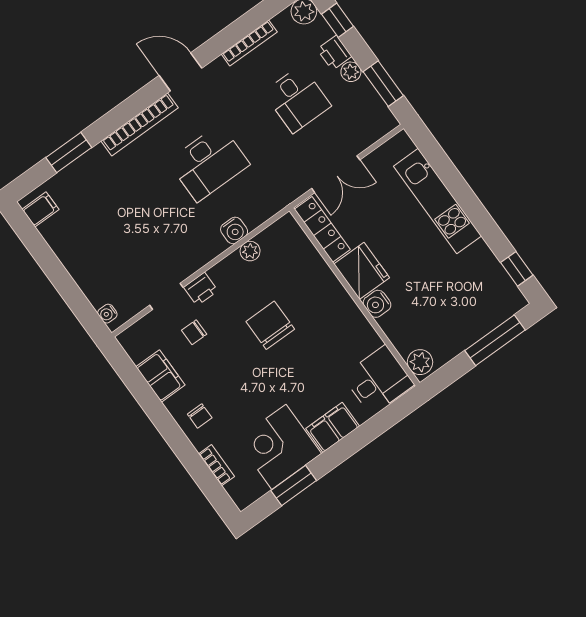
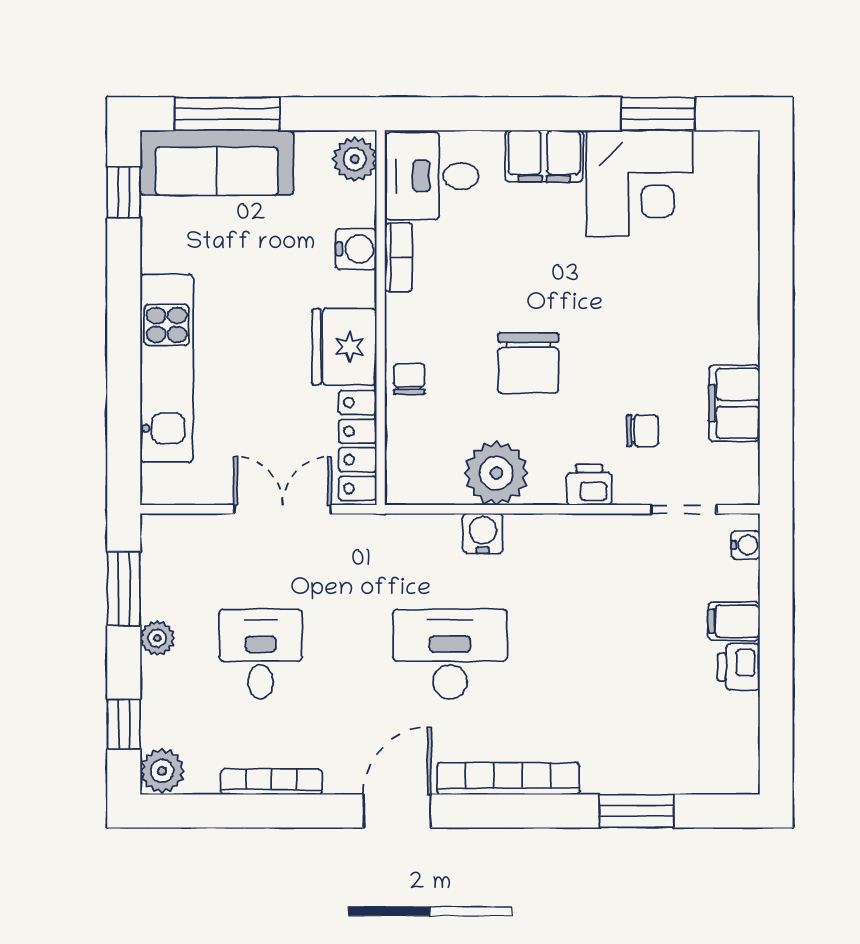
printer: (334, 53) -> (739, 667), moved, turned 180
door: (181, 72) -> (397, 811), swing flipped
filing cabinet: (40, 209) -> (734, 621), moved
plant: (250, 251) -> (496, 473), width x1.88, depth x1.88
doorway: (166, 296) -> (684, 509), moved
water cooler: (377, 304) -> (356, 249), moved
sofa: (483, 314) -> (217, 163), added
chair: (200, 416) -> (409, 379), moved
bookcase: (216, 465) -> (399, 257), moved, turned 180

